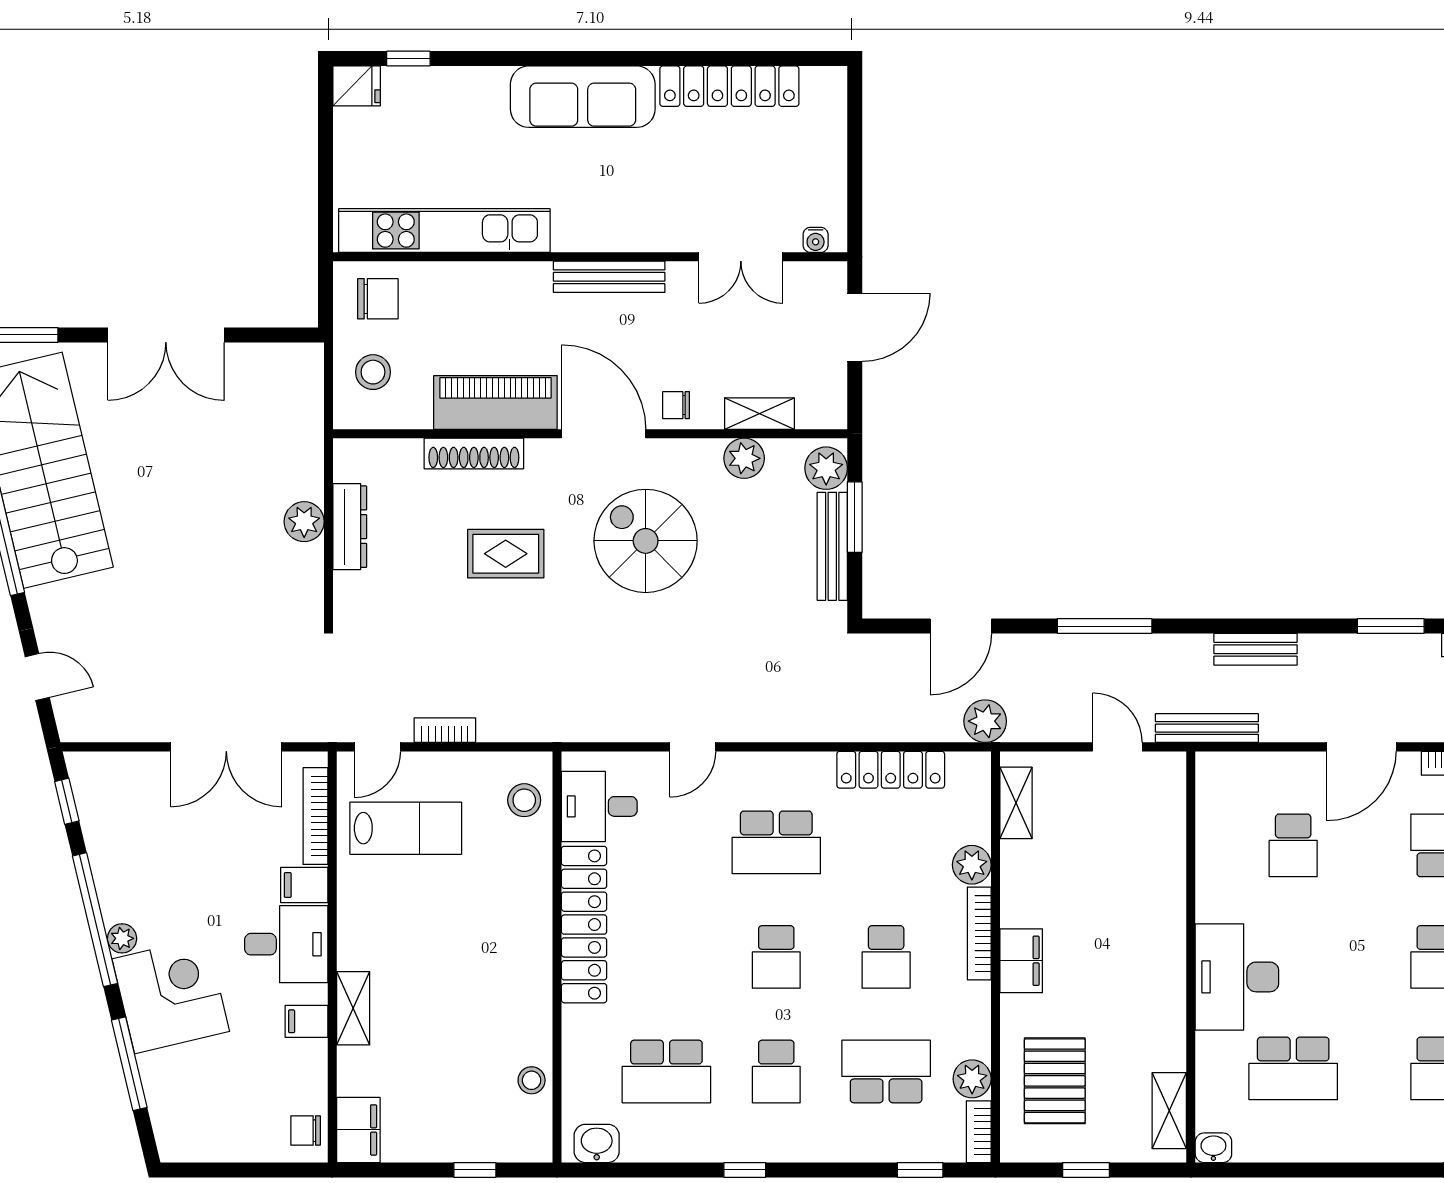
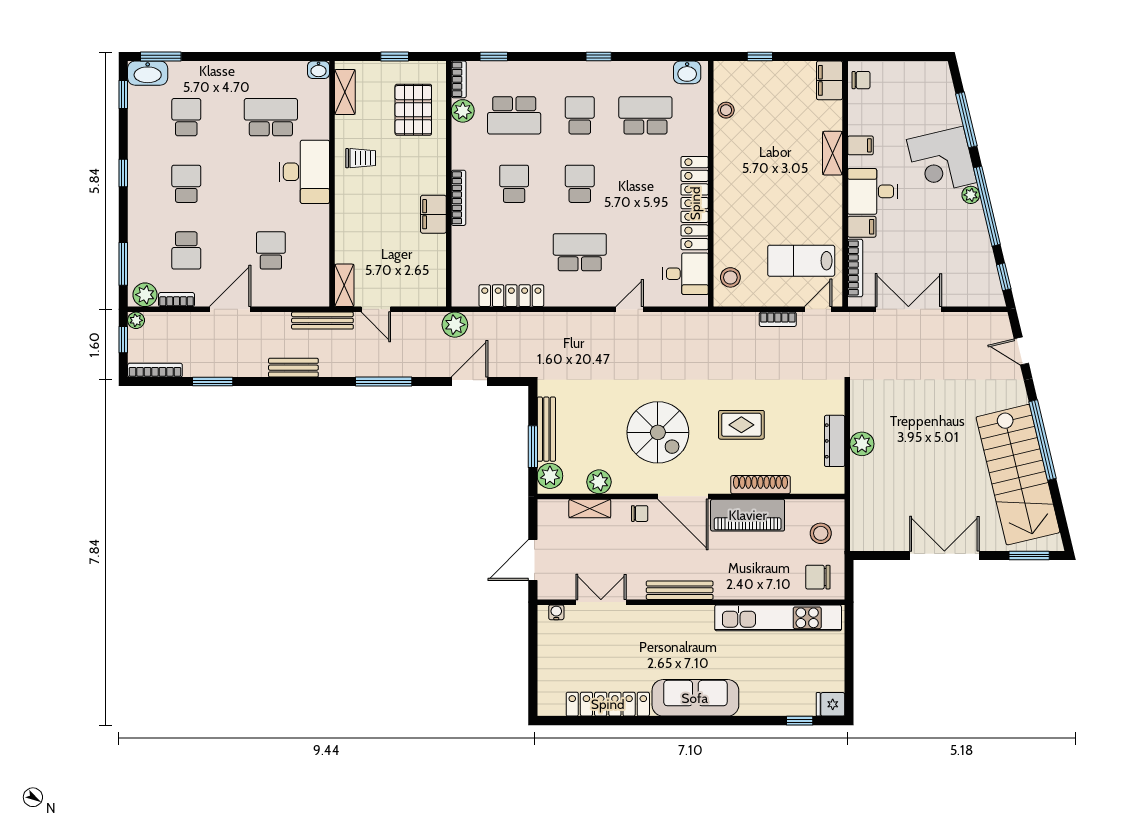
shelving: (1016, 803) -> (344, 285), moved
plant: (972, 865) -> (463, 239), removed
filing cabinet: (1021, 961) -> (433, 214), moved
trolley: (1143, 1000) -> (361, 158), added

